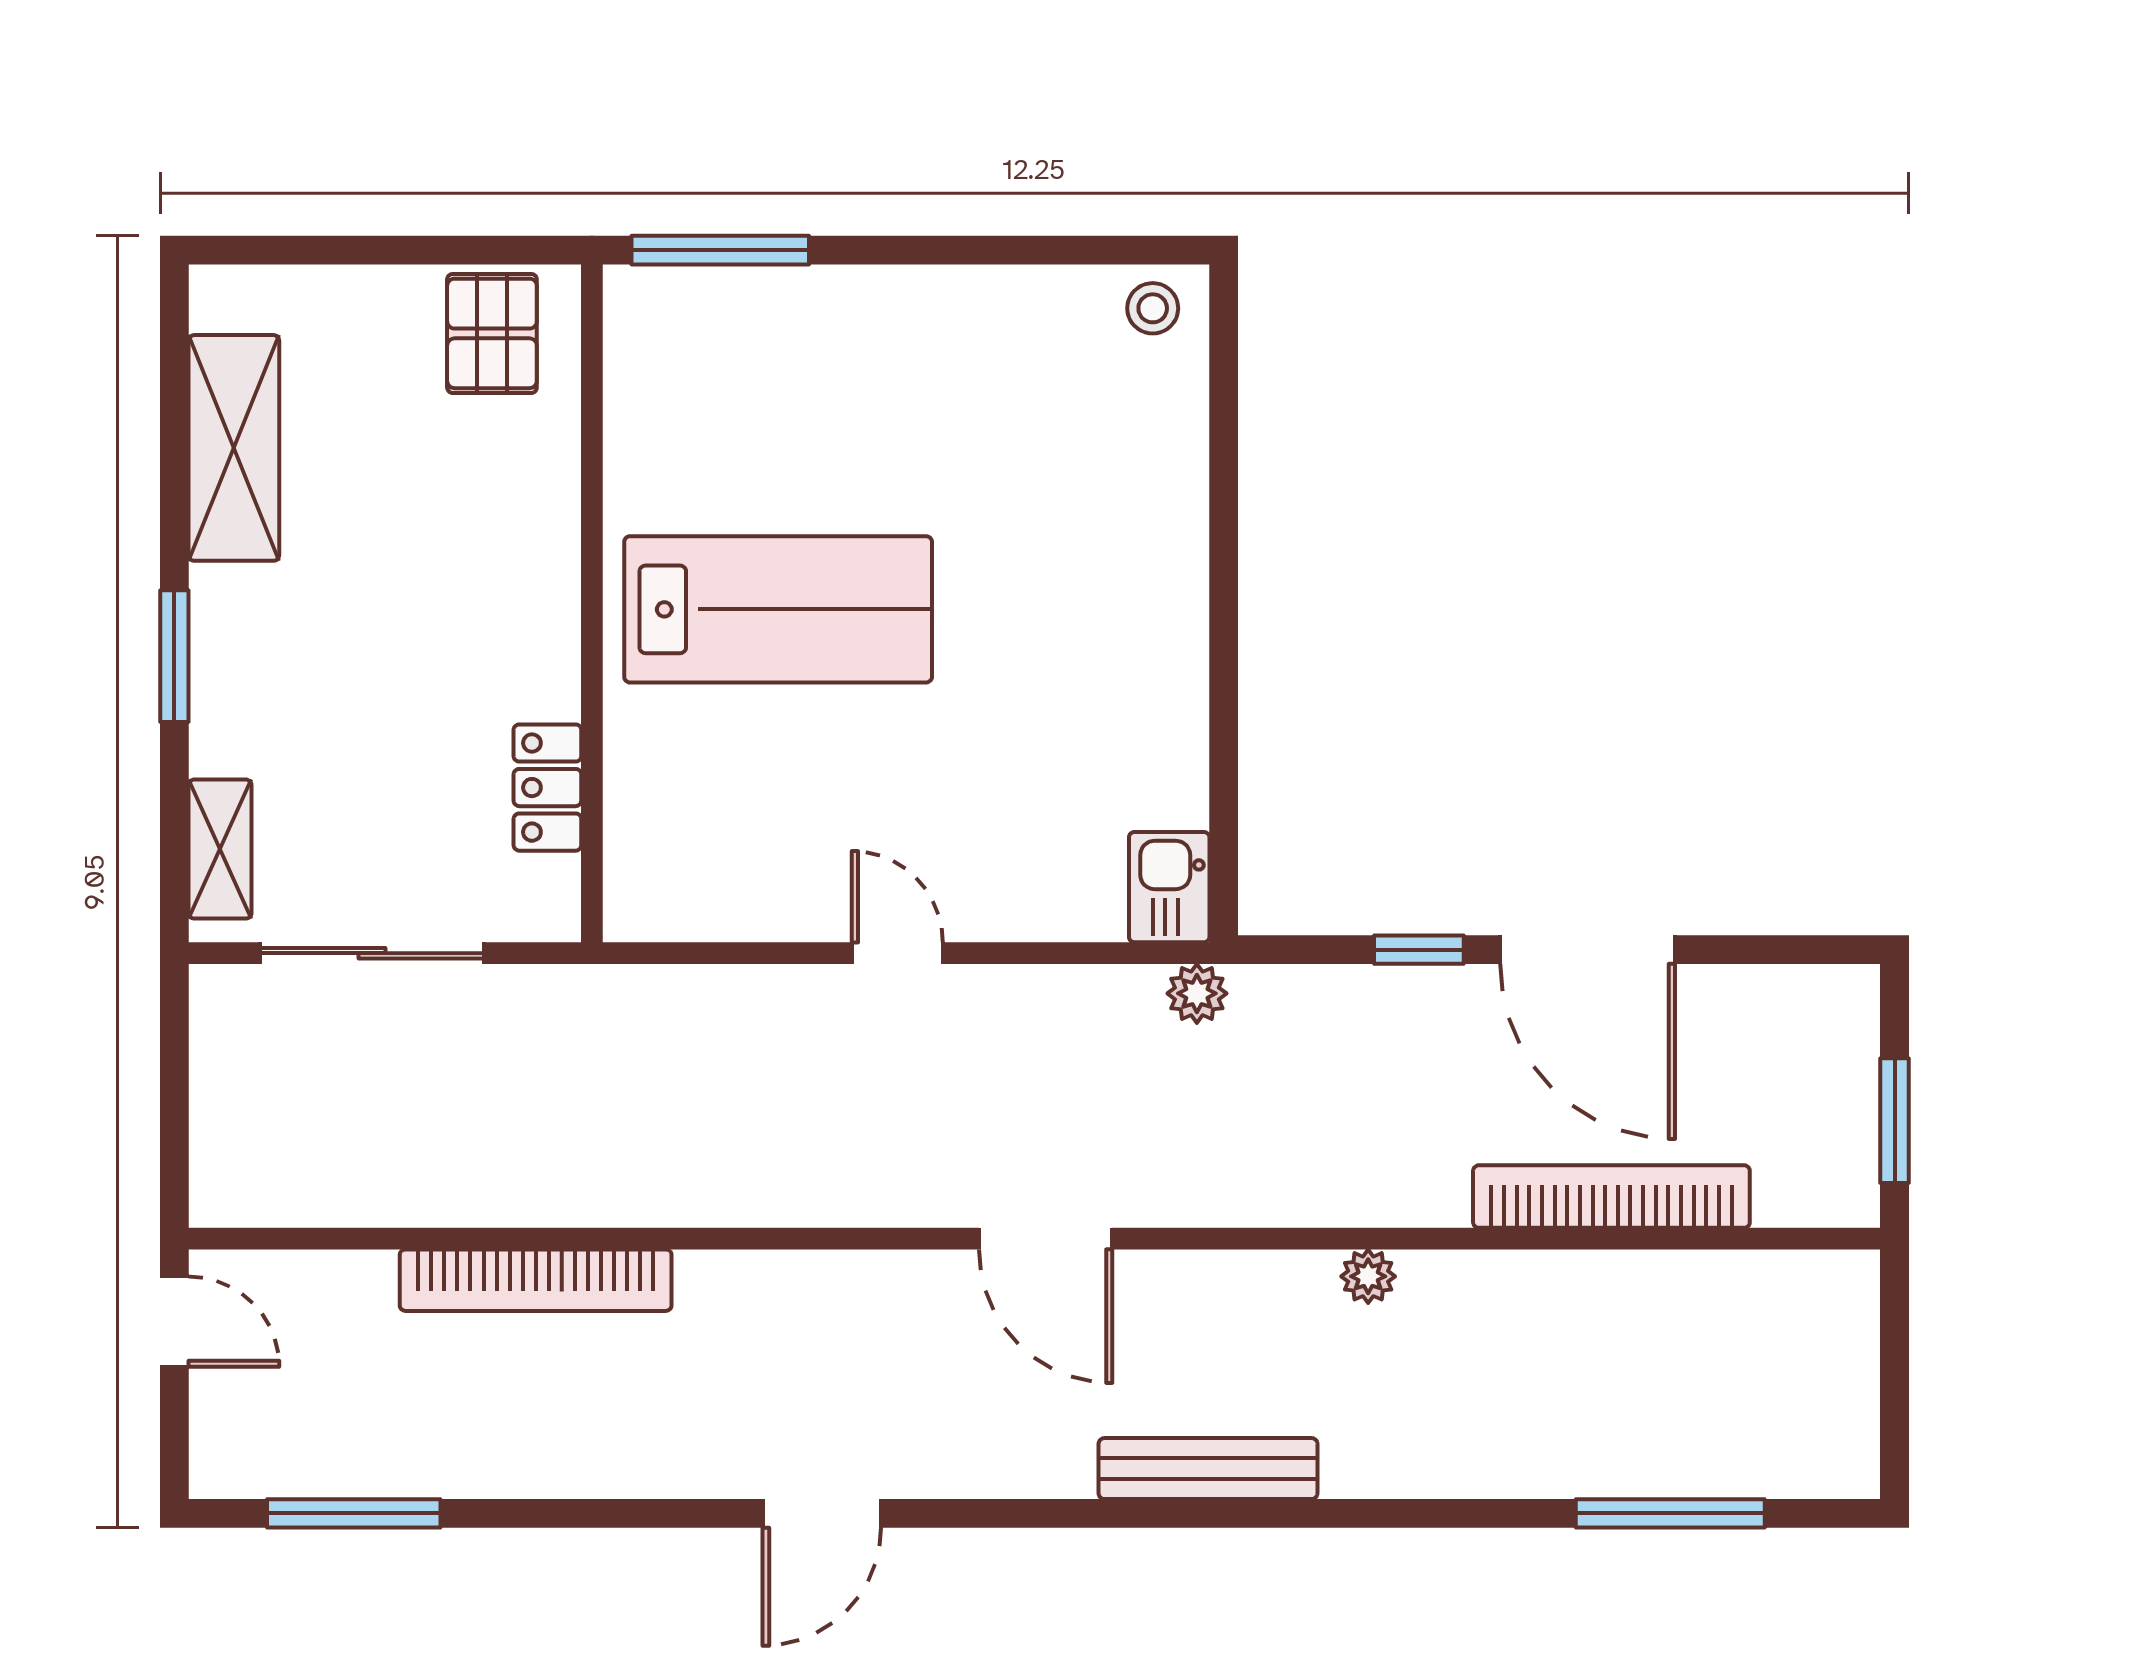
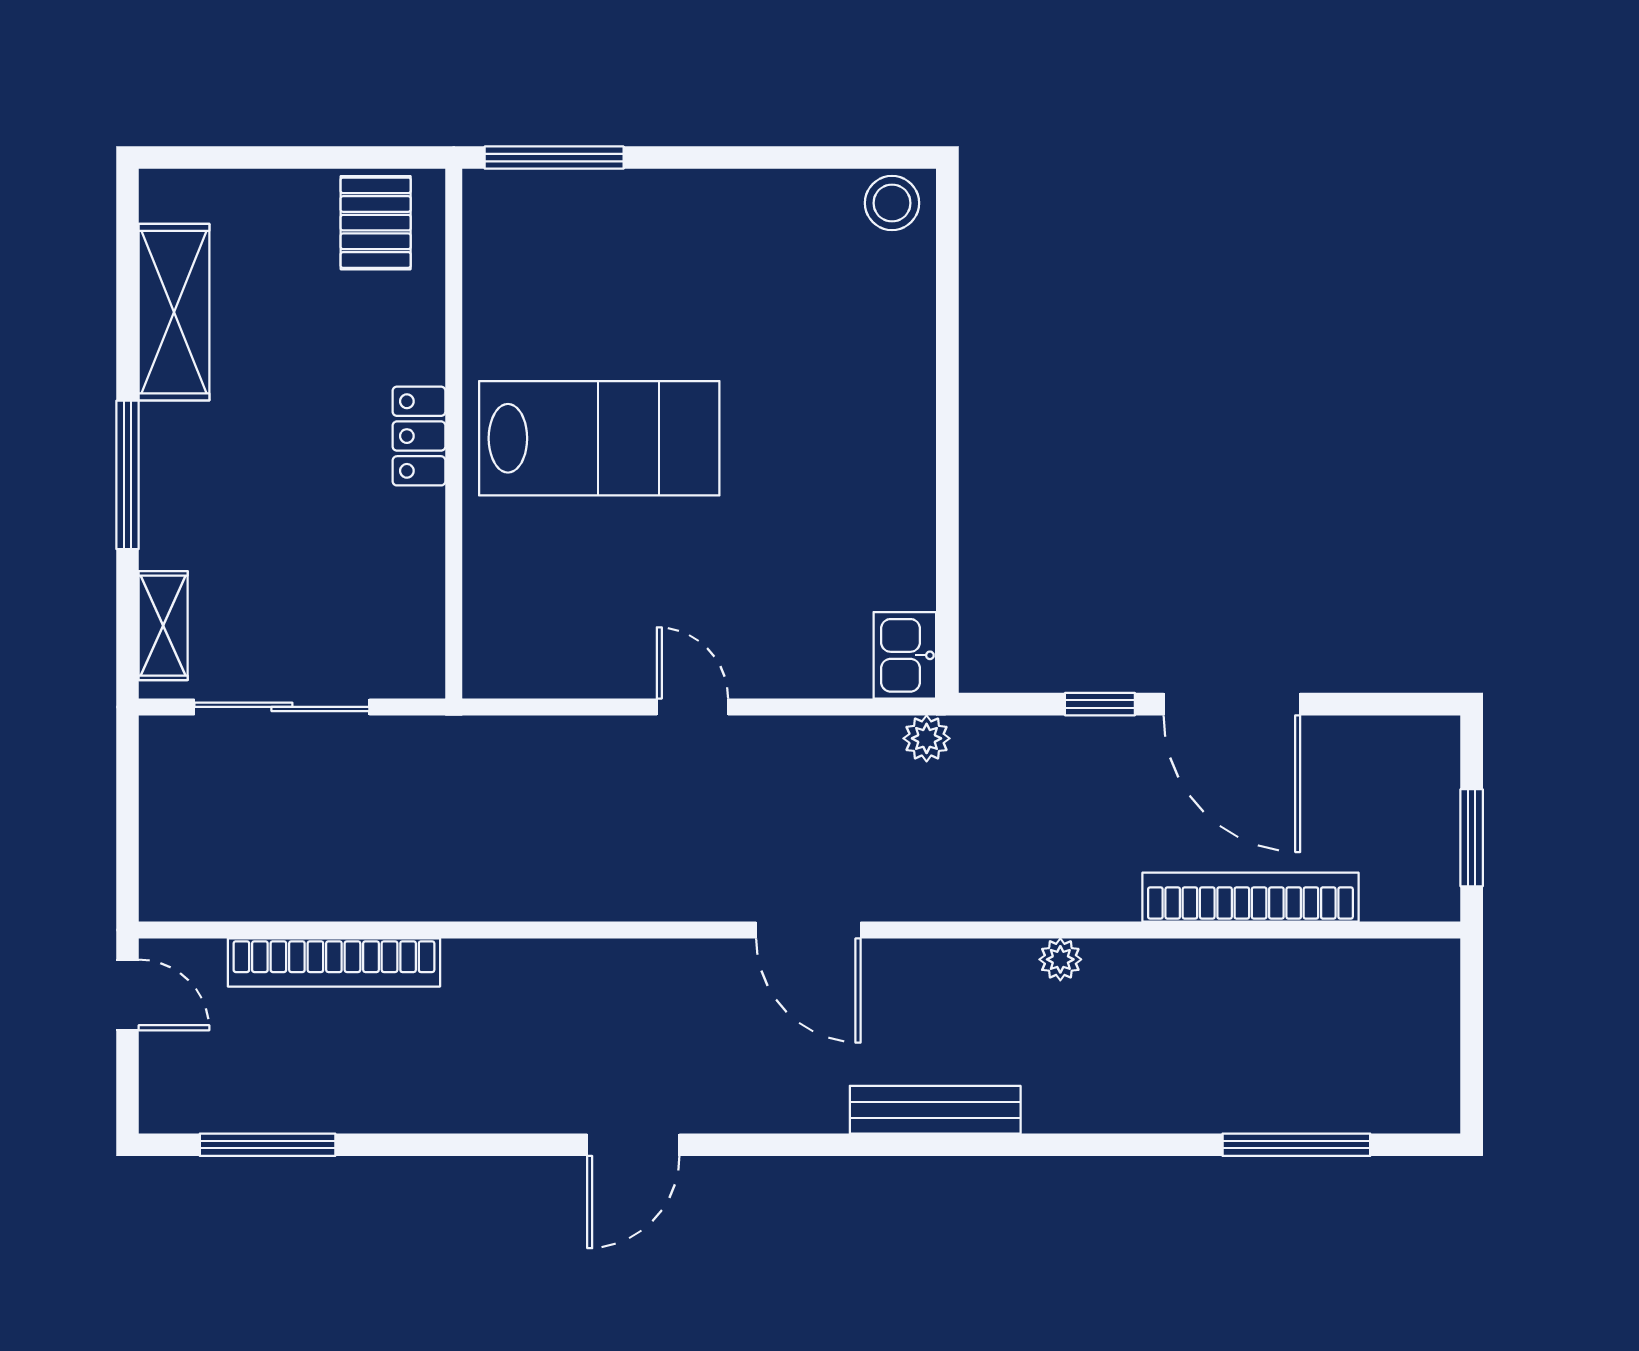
stool: (1153, 308) -> (892, 203), width x1.37, depth x1.37
window: (174, 656) -> (127, 475), width x1.44
locker: (547, 788) -> (419, 436), moved
bookcase: (536, 1280) -> (334, 962), moved

